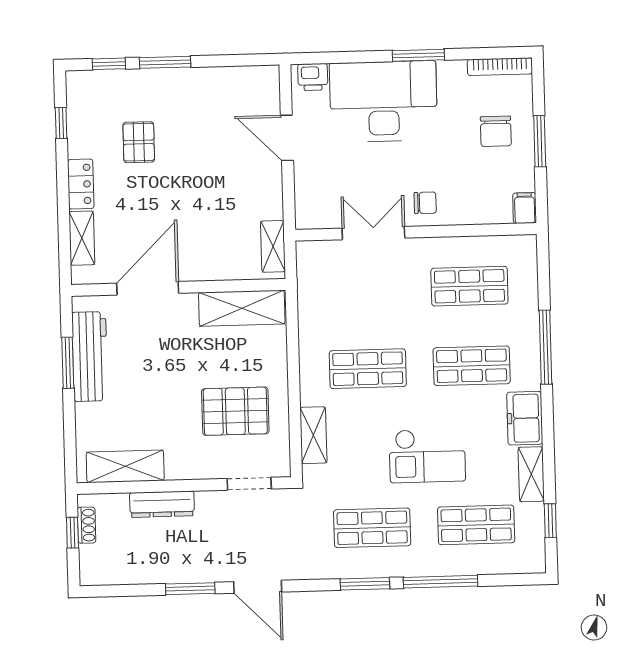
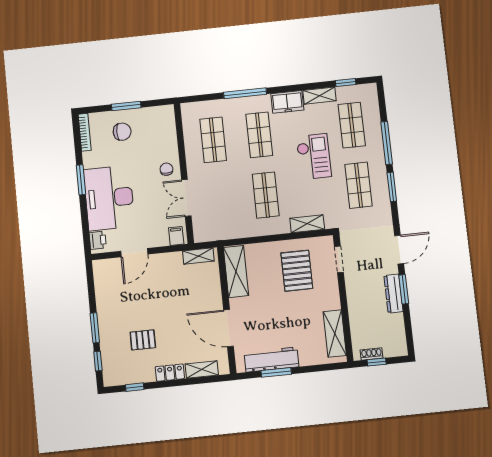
filing cabinet: (525, 208) -> (176, 236), moved, turned 90
dresser: (162, 504) -> (394, 294), moved, turned 180

